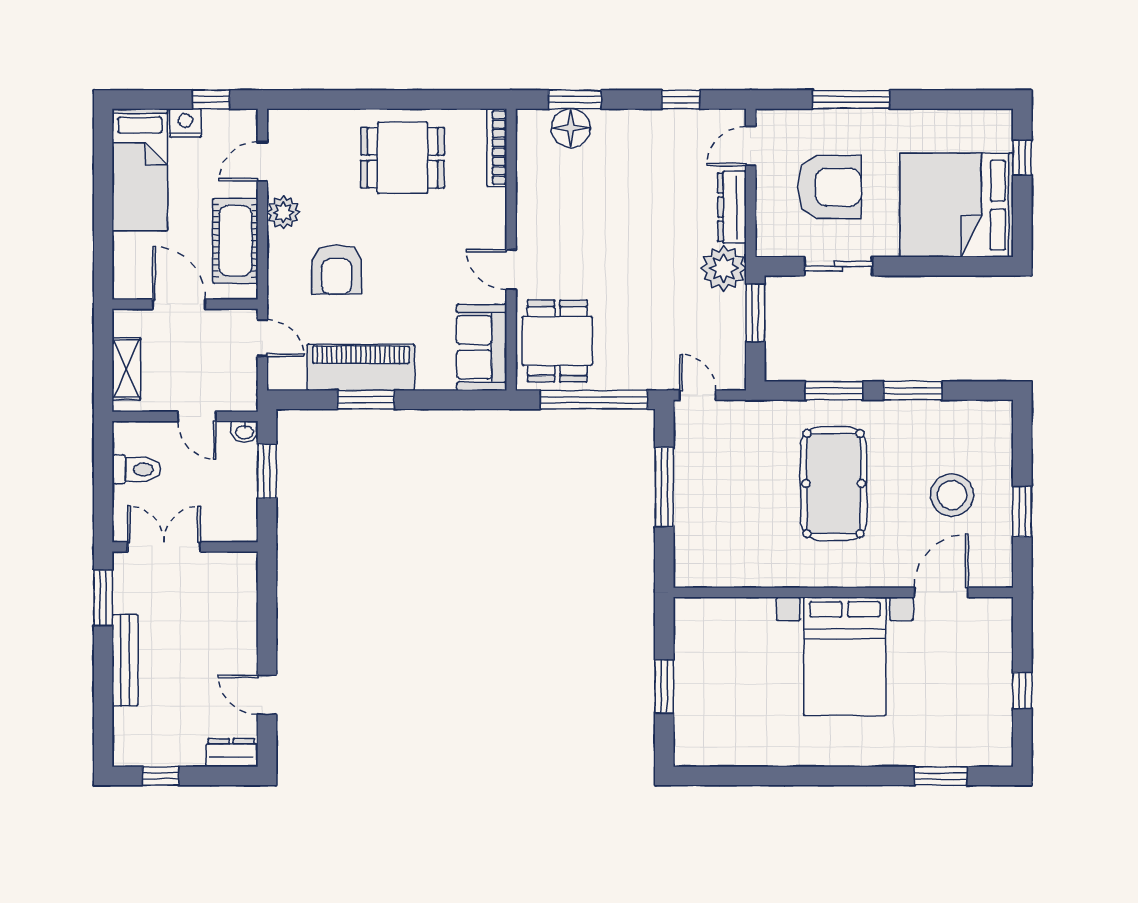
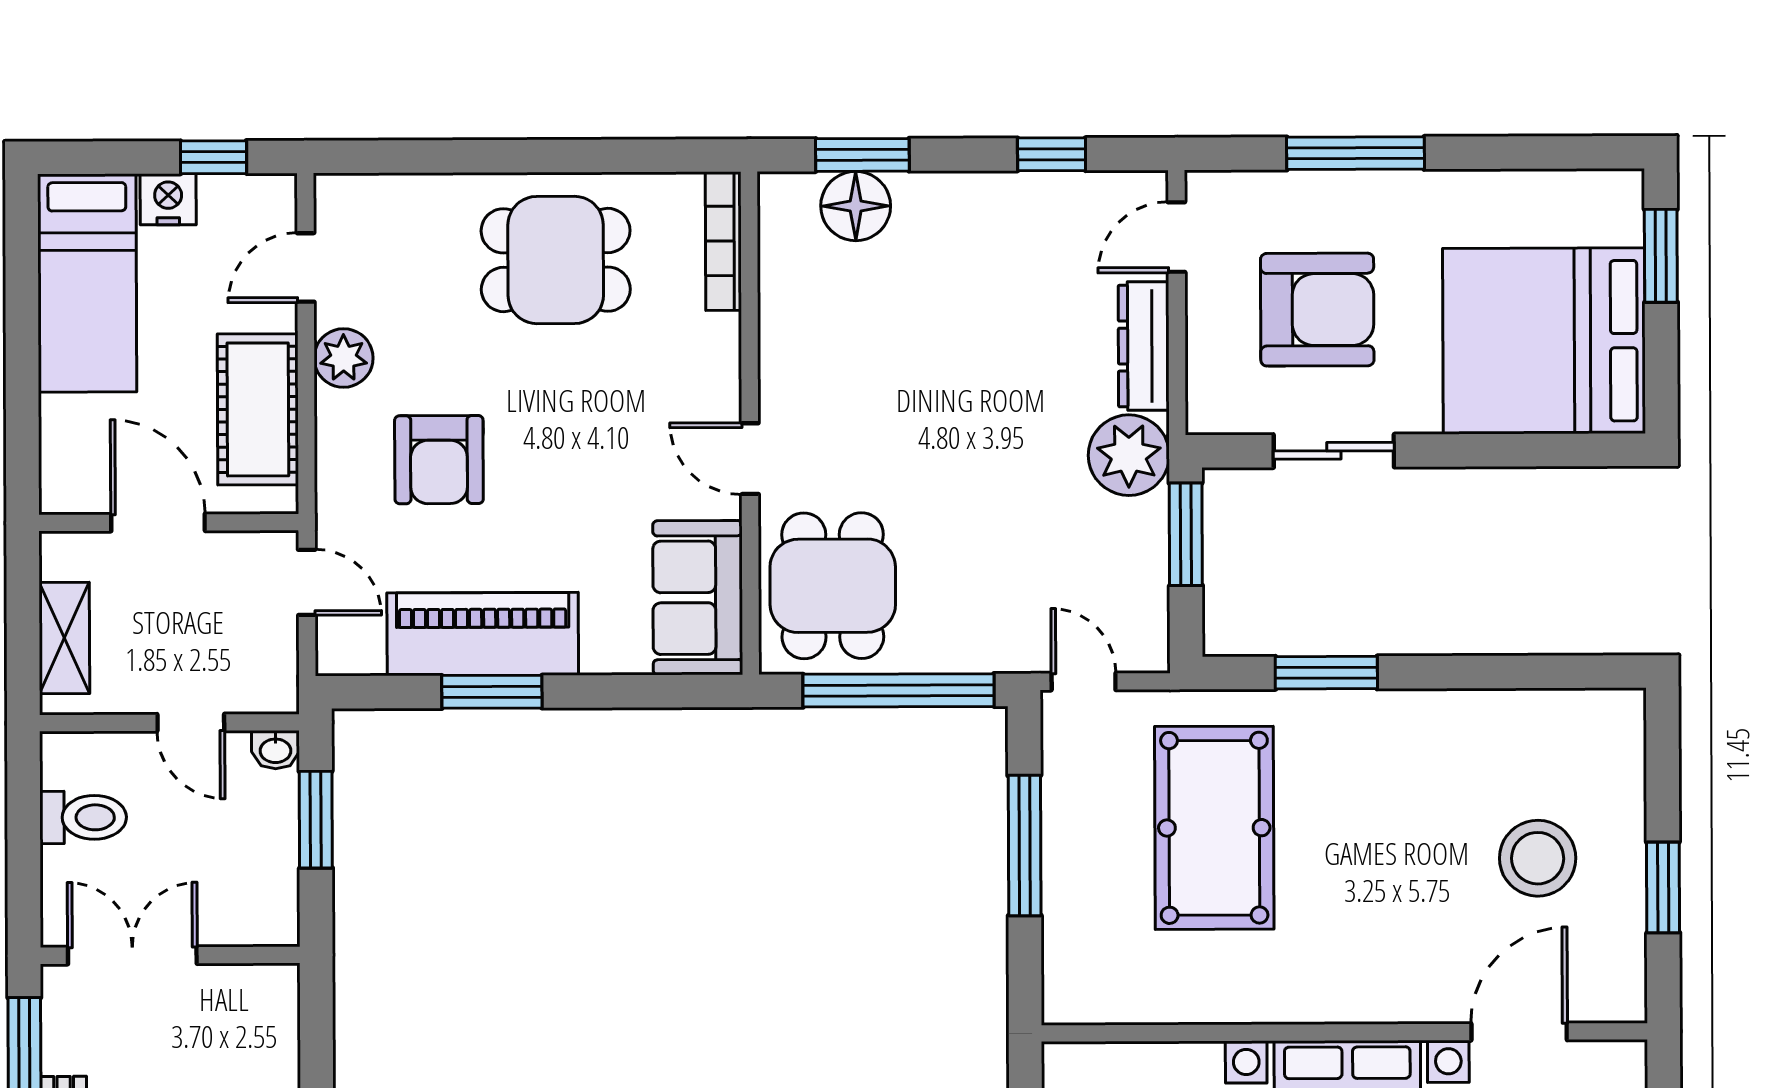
window: (1022, 158) -> (1661, 256), width x1.50
window: (913, 391) -> (1467, 672), removed
pool table: (834, 483) -> (1214, 828), moved

